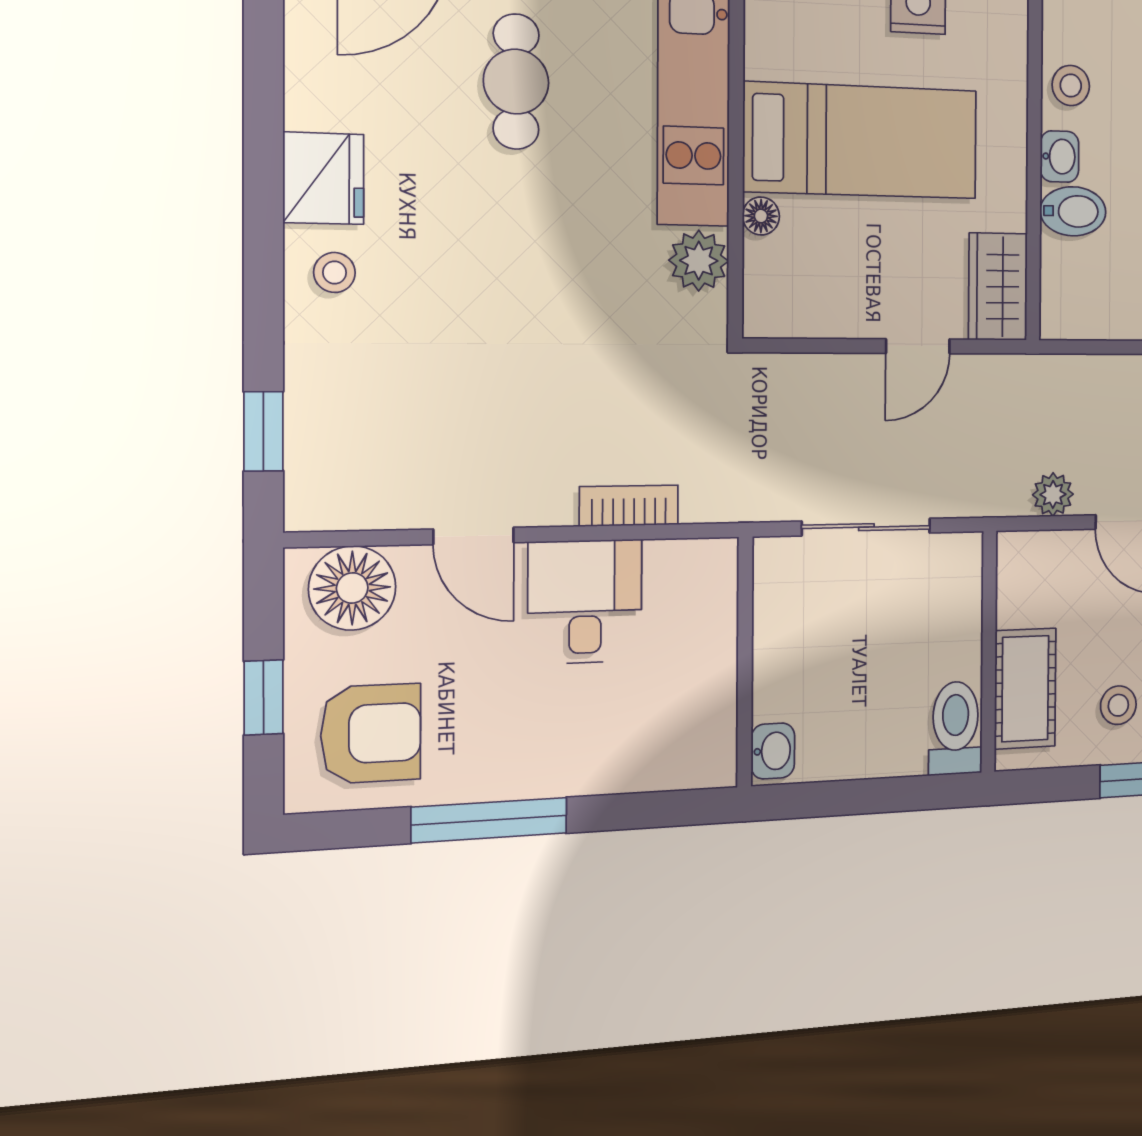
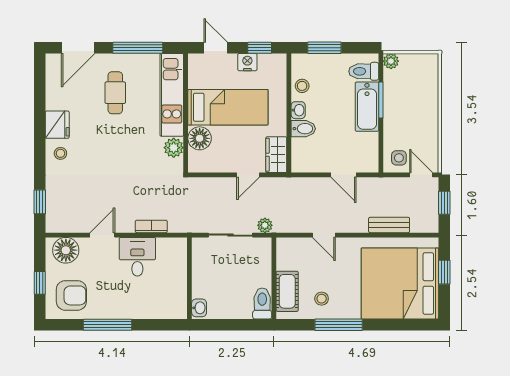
floor lamp: (761, 216) -> (200, 138), width x1.89, depth x1.89
plant: (1053, 494) -> (265, 225), moved
door: (474, 536) -> (102, 235), swing flipped

